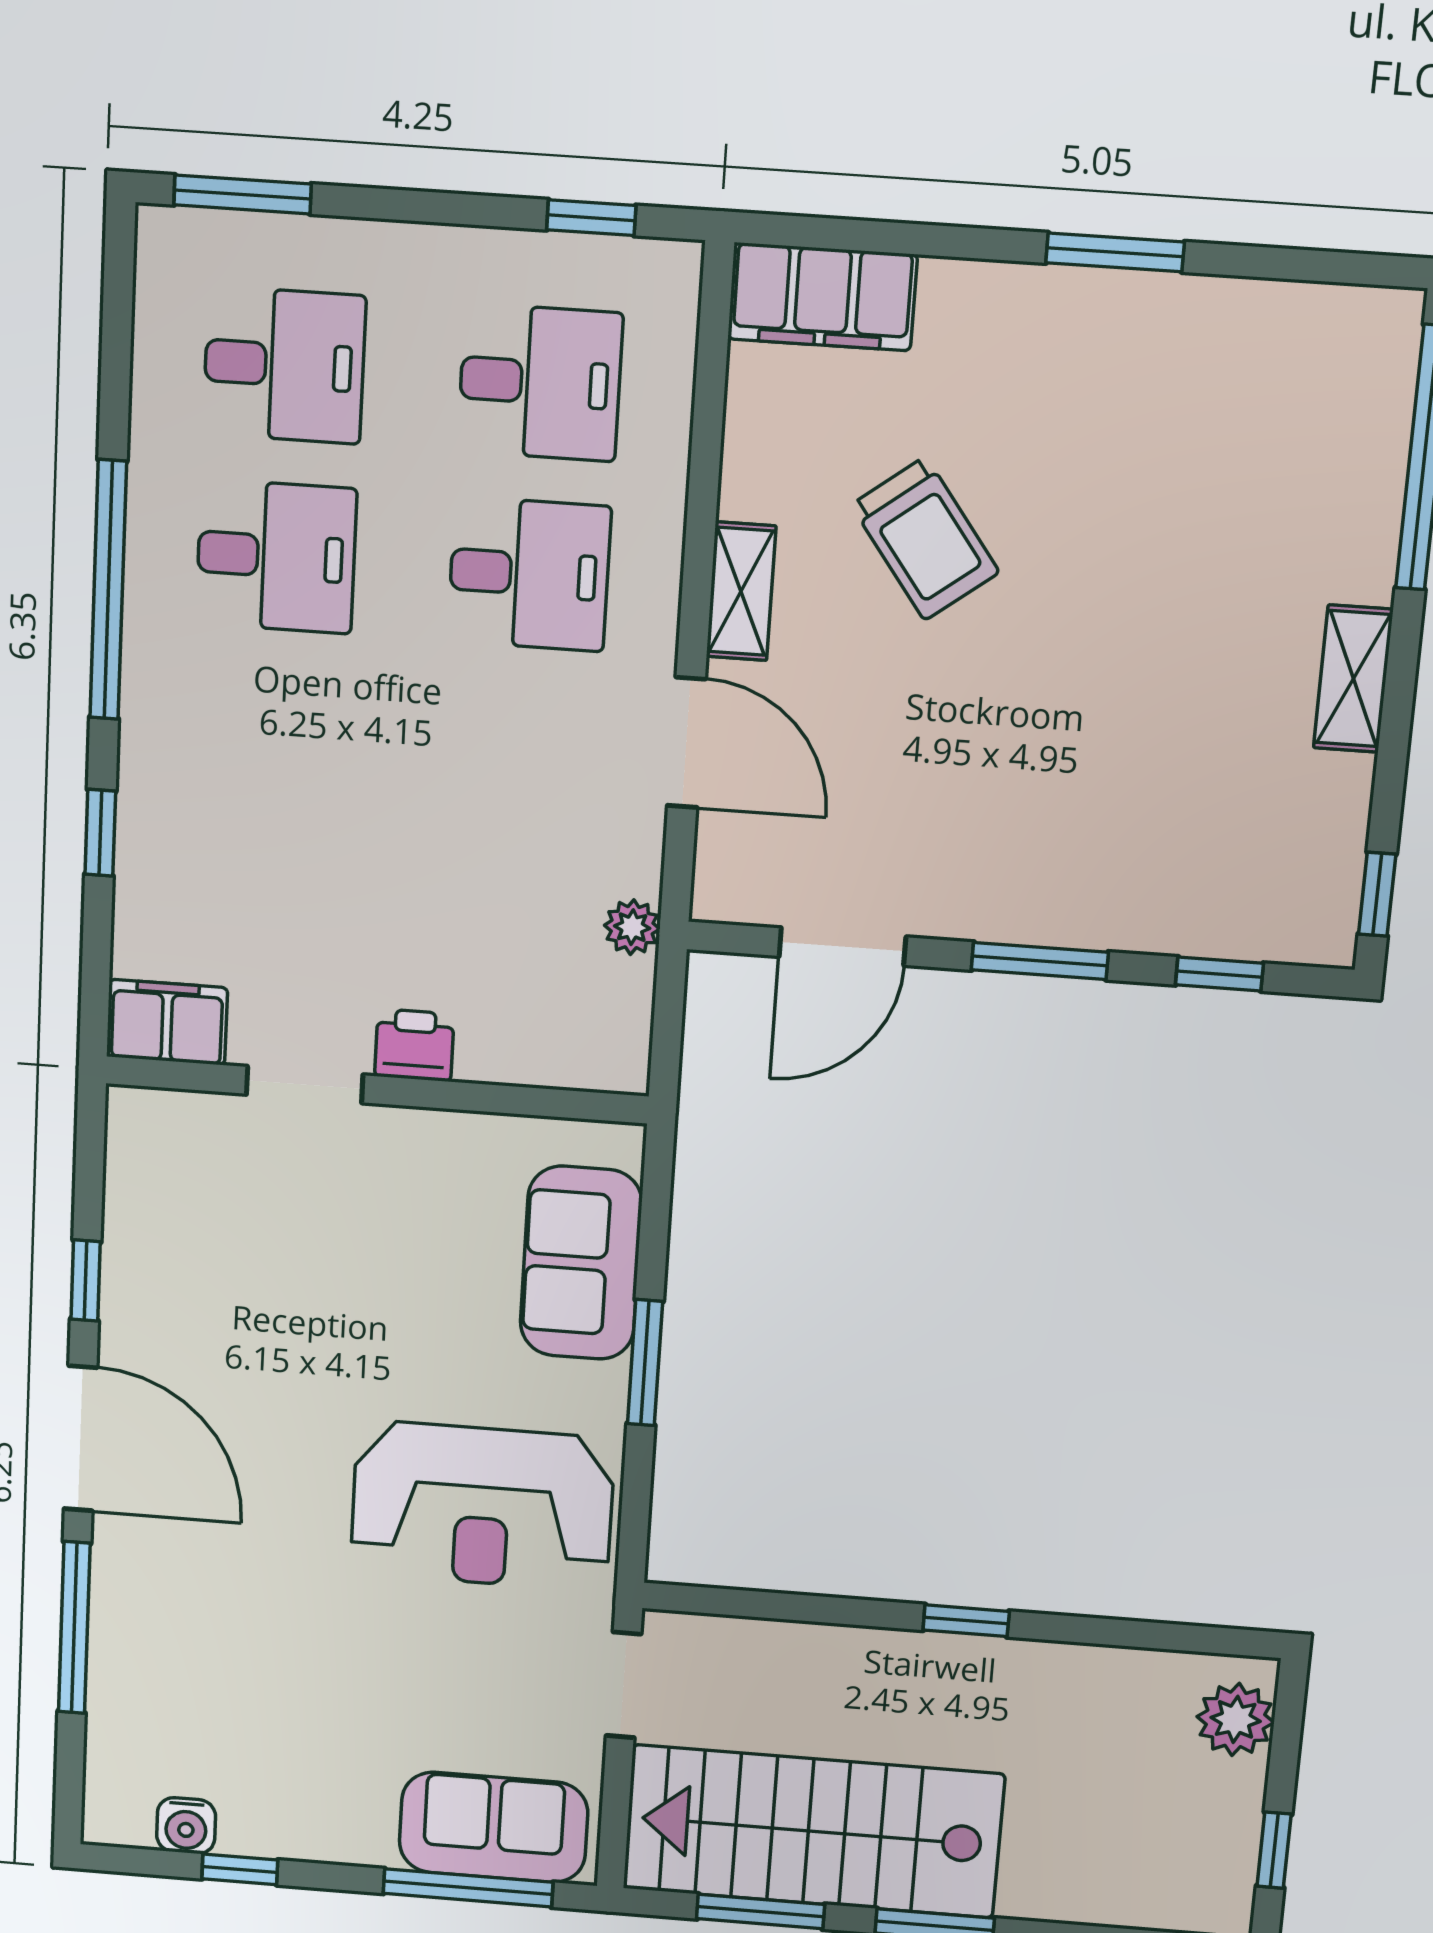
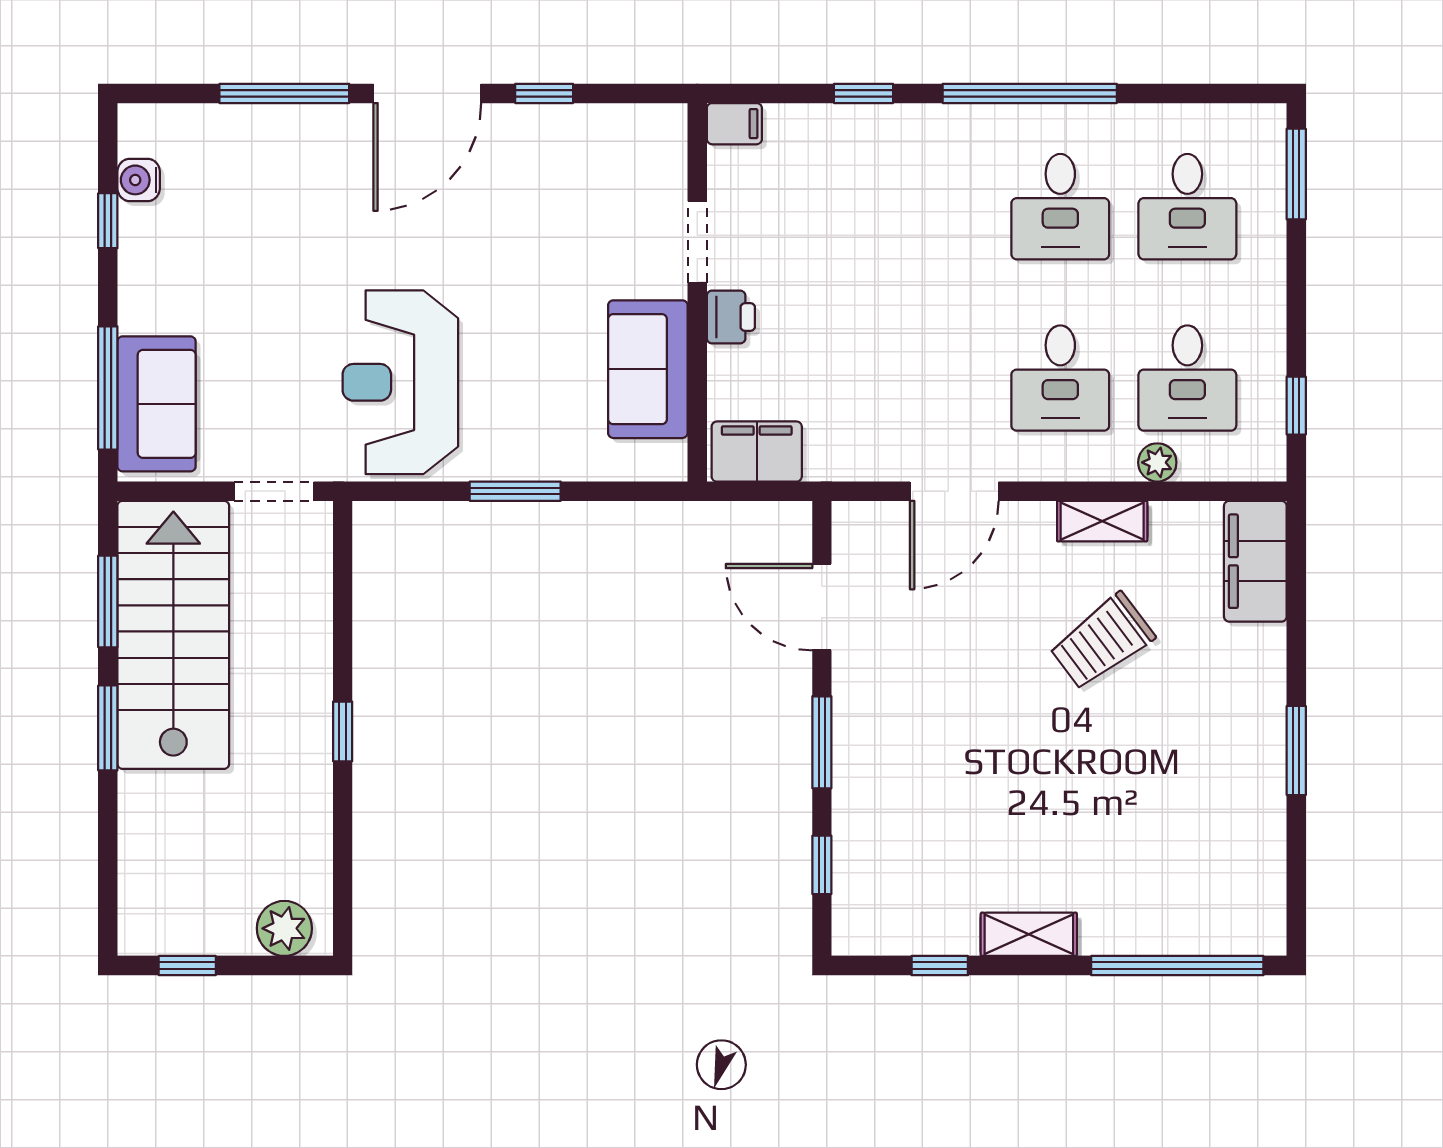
shelving: (741, 591) -> (1102, 521), moved
window: (1377, 894) -> (940, 966), moved
plant: (632, 927) -> (1157, 462), moved
filing cabinet: (167, 1022) -> (734, 124), width x0.50
filing cabinet: (610, 1023) -> (757, 452), added
sofa: (581, 1263) -> (648, 369), moved, turned -90

